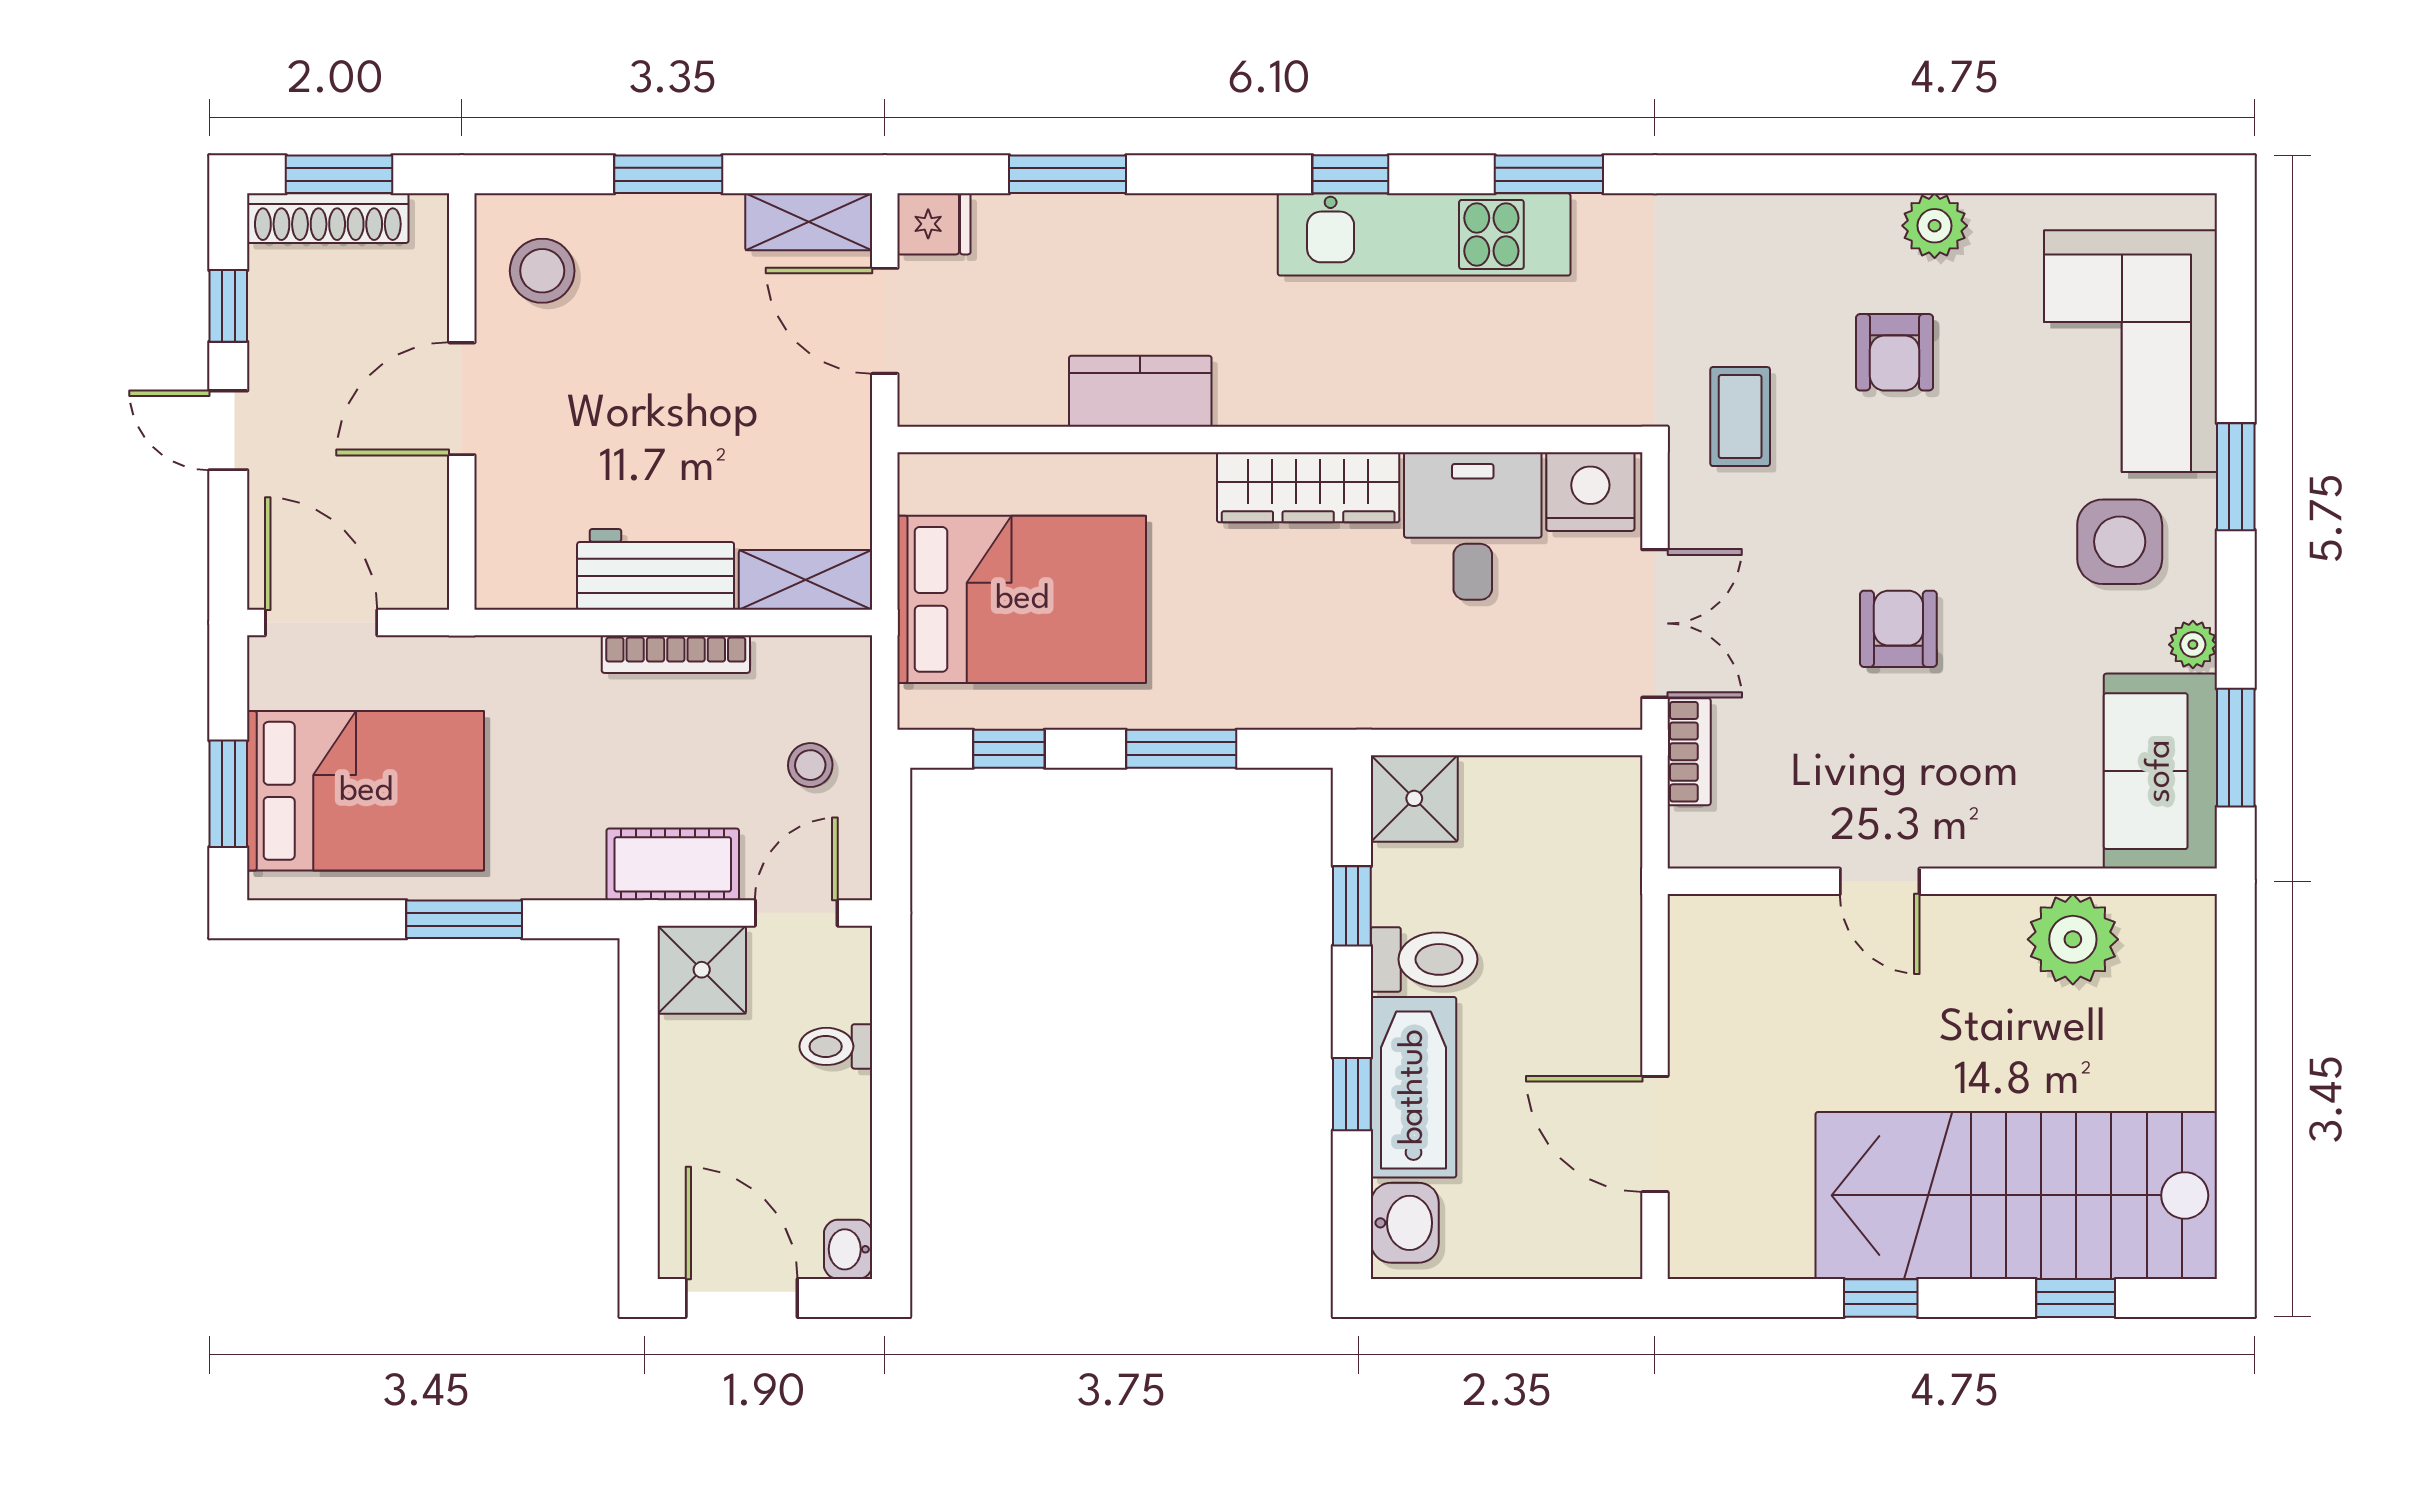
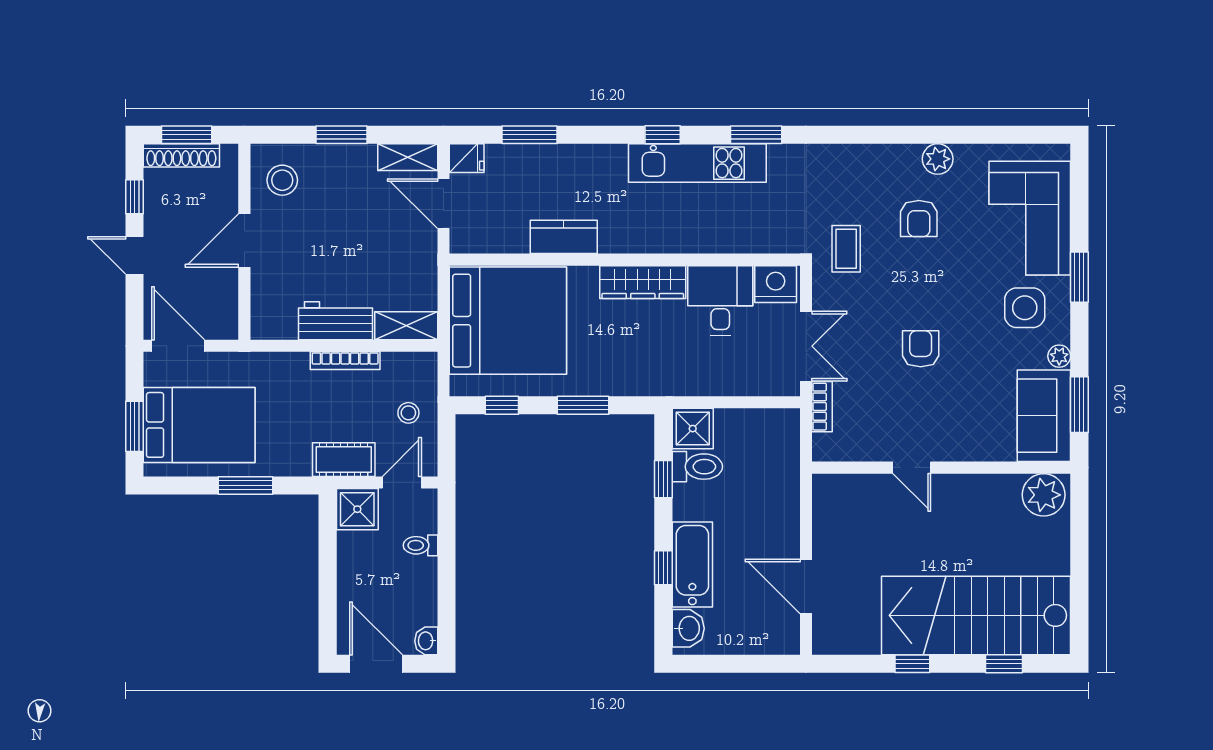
bed: (1022, 599) -> (508, 321), width x1.36
plant: (2073, 939) -> (1044, 495), moved
toilet: (1424, 959) -> (697, 467), moved

